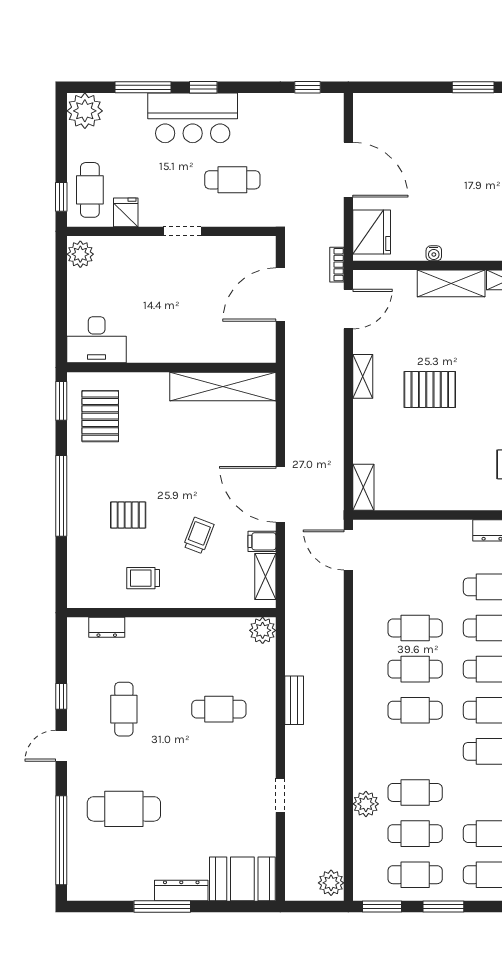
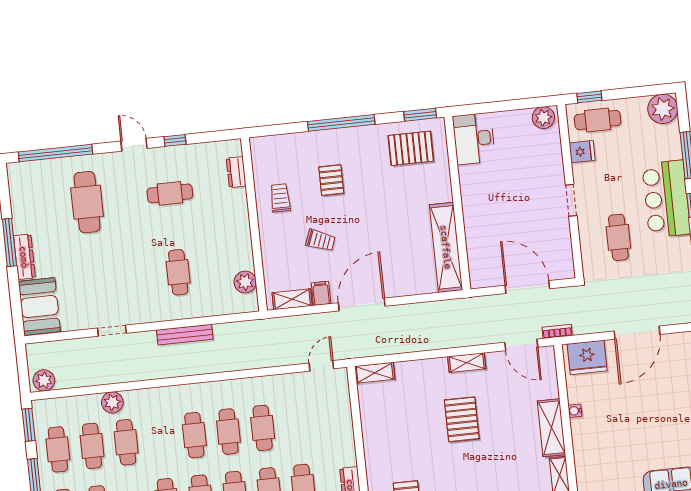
door: (348, 550) -> (321, 366), width x0.73
plant: (263, 630) -> (245, 282), moved
bench: (294, 700) -> (185, 335), width x1.36

